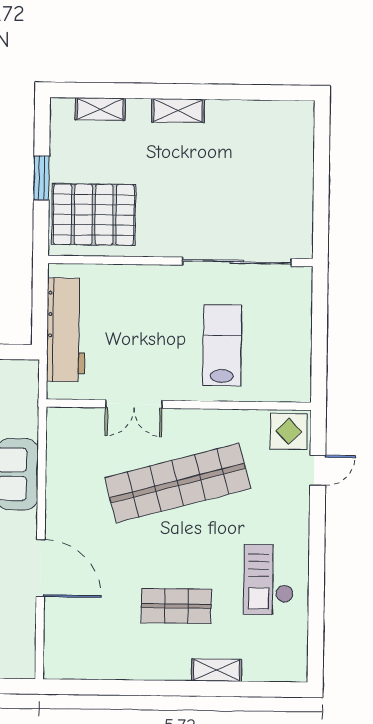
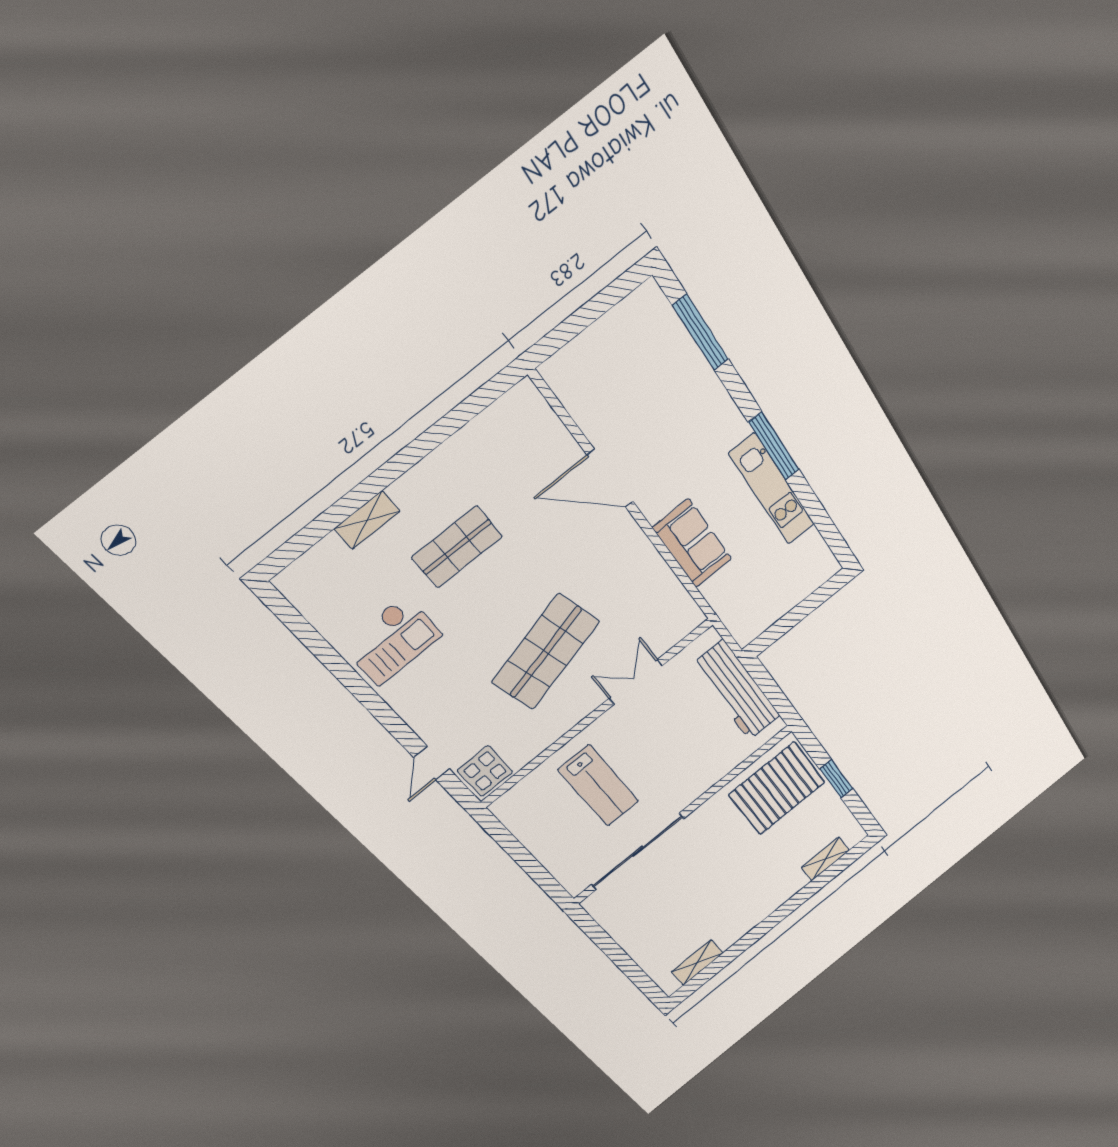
shelving: (178, 111) -> (697, 963), moved
shop shelf: (178, 483) -> (546, 652), width x0.71
checkout: (269, 580) -> (392, 640), turned 90

